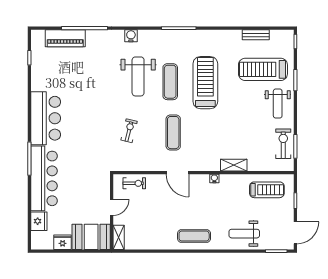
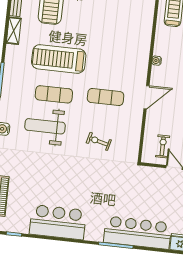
weight bench: (138, 76) -> (45, 126), turned 180
bar counter: (46, 118) -> (58, 222), moved
shelving: (234, 165) -> (14, 31), moved
exercise bike: (134, 183) -> (163, 146), moved

